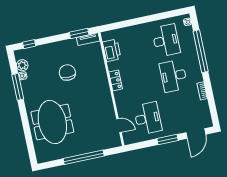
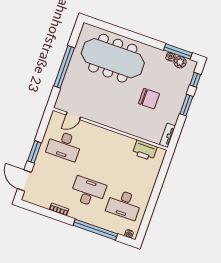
window: (79, 33) -> (186, 105), moved
locker: (116, 80) -> (116, 137), removed
window: (18, 87) -> (178, 51), moved
meeting table: (52, 122) -> (113, 58), width x1.36

